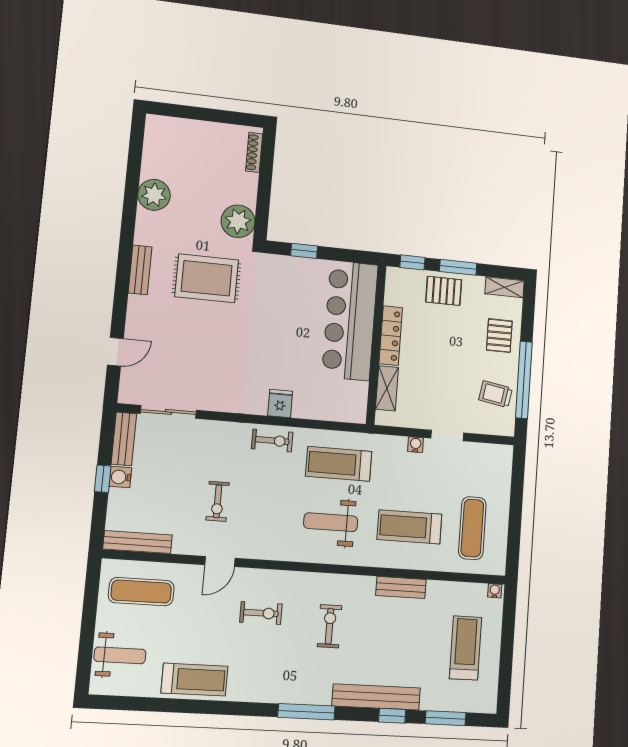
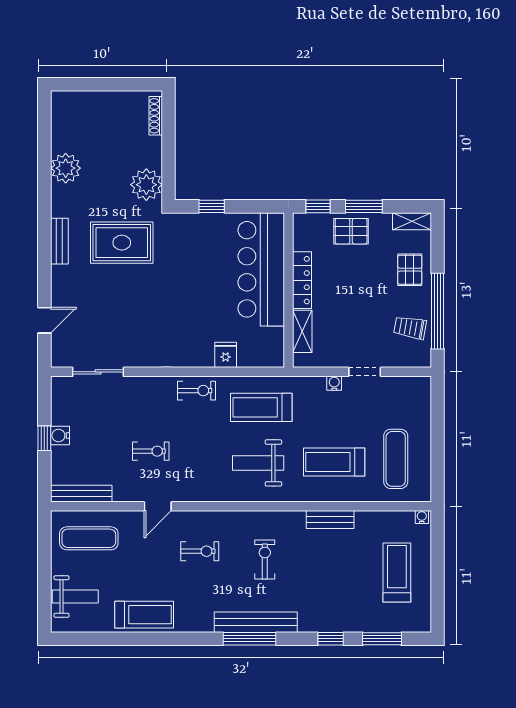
fridge: (280, 403) -> (226, 355), moved
bench: (124, 439) -> (60, 400), removed
exercise bike: (218, 501) -> (151, 451), turned -90
bench: (376, 697) -> (256, 622), moved

